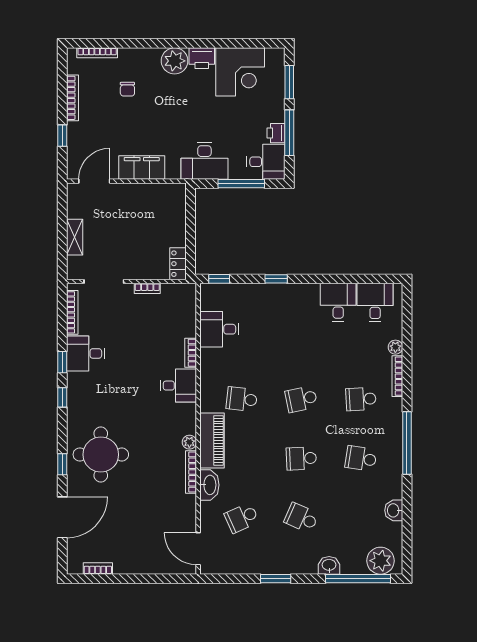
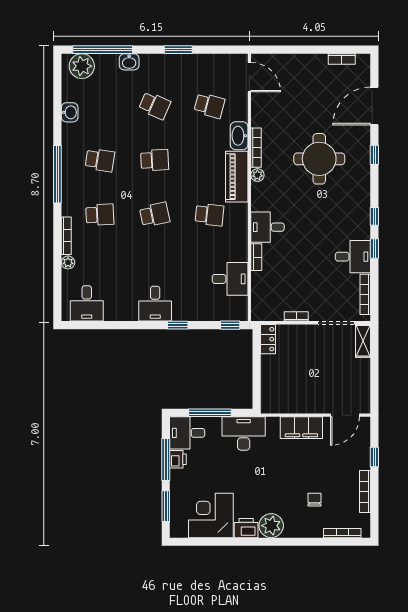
shelving: (75, 237) -> (363, 341), moved
desk: (338, 302) -> (155, 304), moved
round table: (101, 455) -> (319, 159), moved
school desk: (242, 518) -> (209, 106), turned 39

